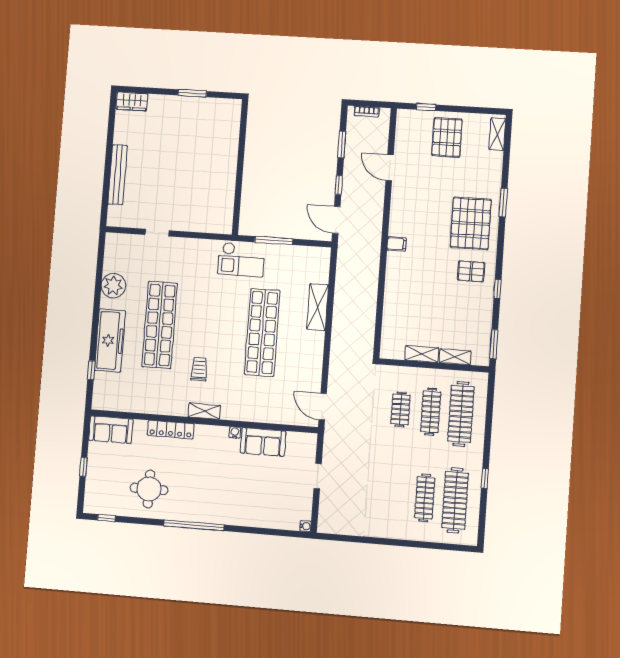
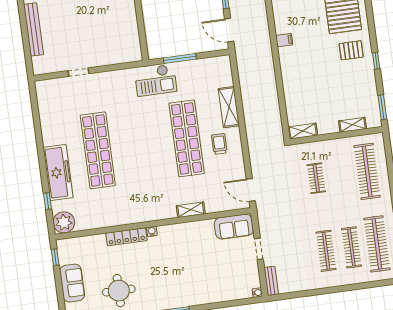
plant: (113, 286) -> (64, 222), moved
shelving: (422, 354) -> (303, 131), moved
trolley: (199, 369) -> (219, 144), moved
shelving: (204, 411) -> (191, 210), moved
clothes rail: (431, 412) -> (326, 251), moved
sofa: (111, 430) -> (72, 283), moved, turned -90
water cooler: (235, 432) -> (152, 231), moved
sofa: (263, 442) -> (234, 227), moved
window: (83, 467) -> (55, 257), moved
bench: (324, 516) -> (271, 281), added

